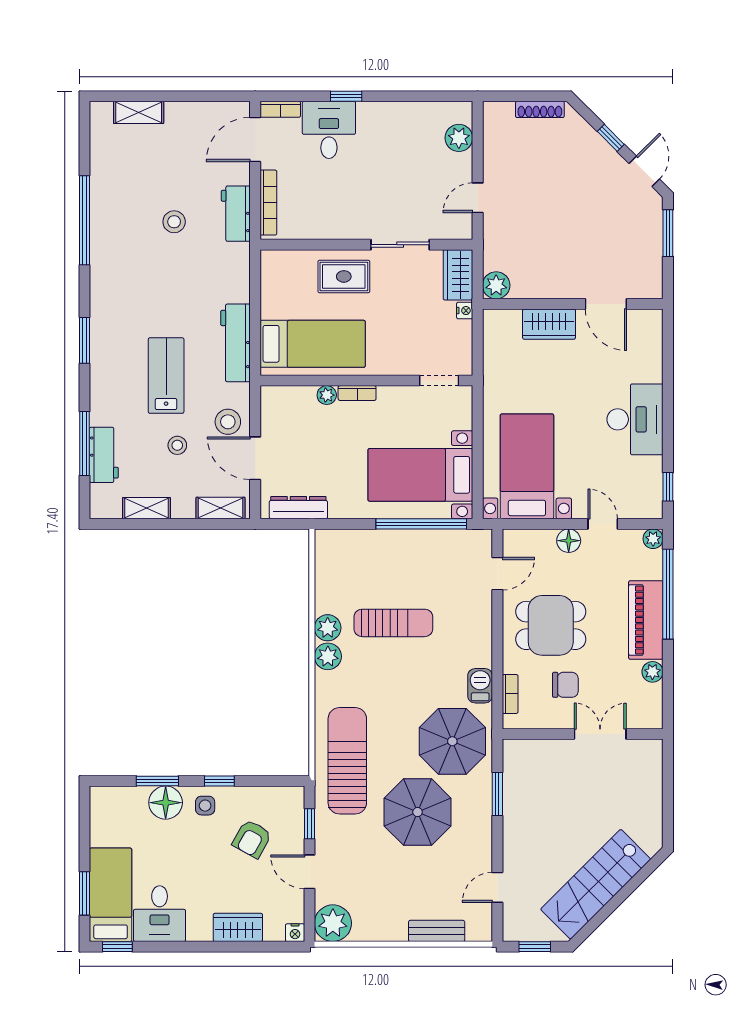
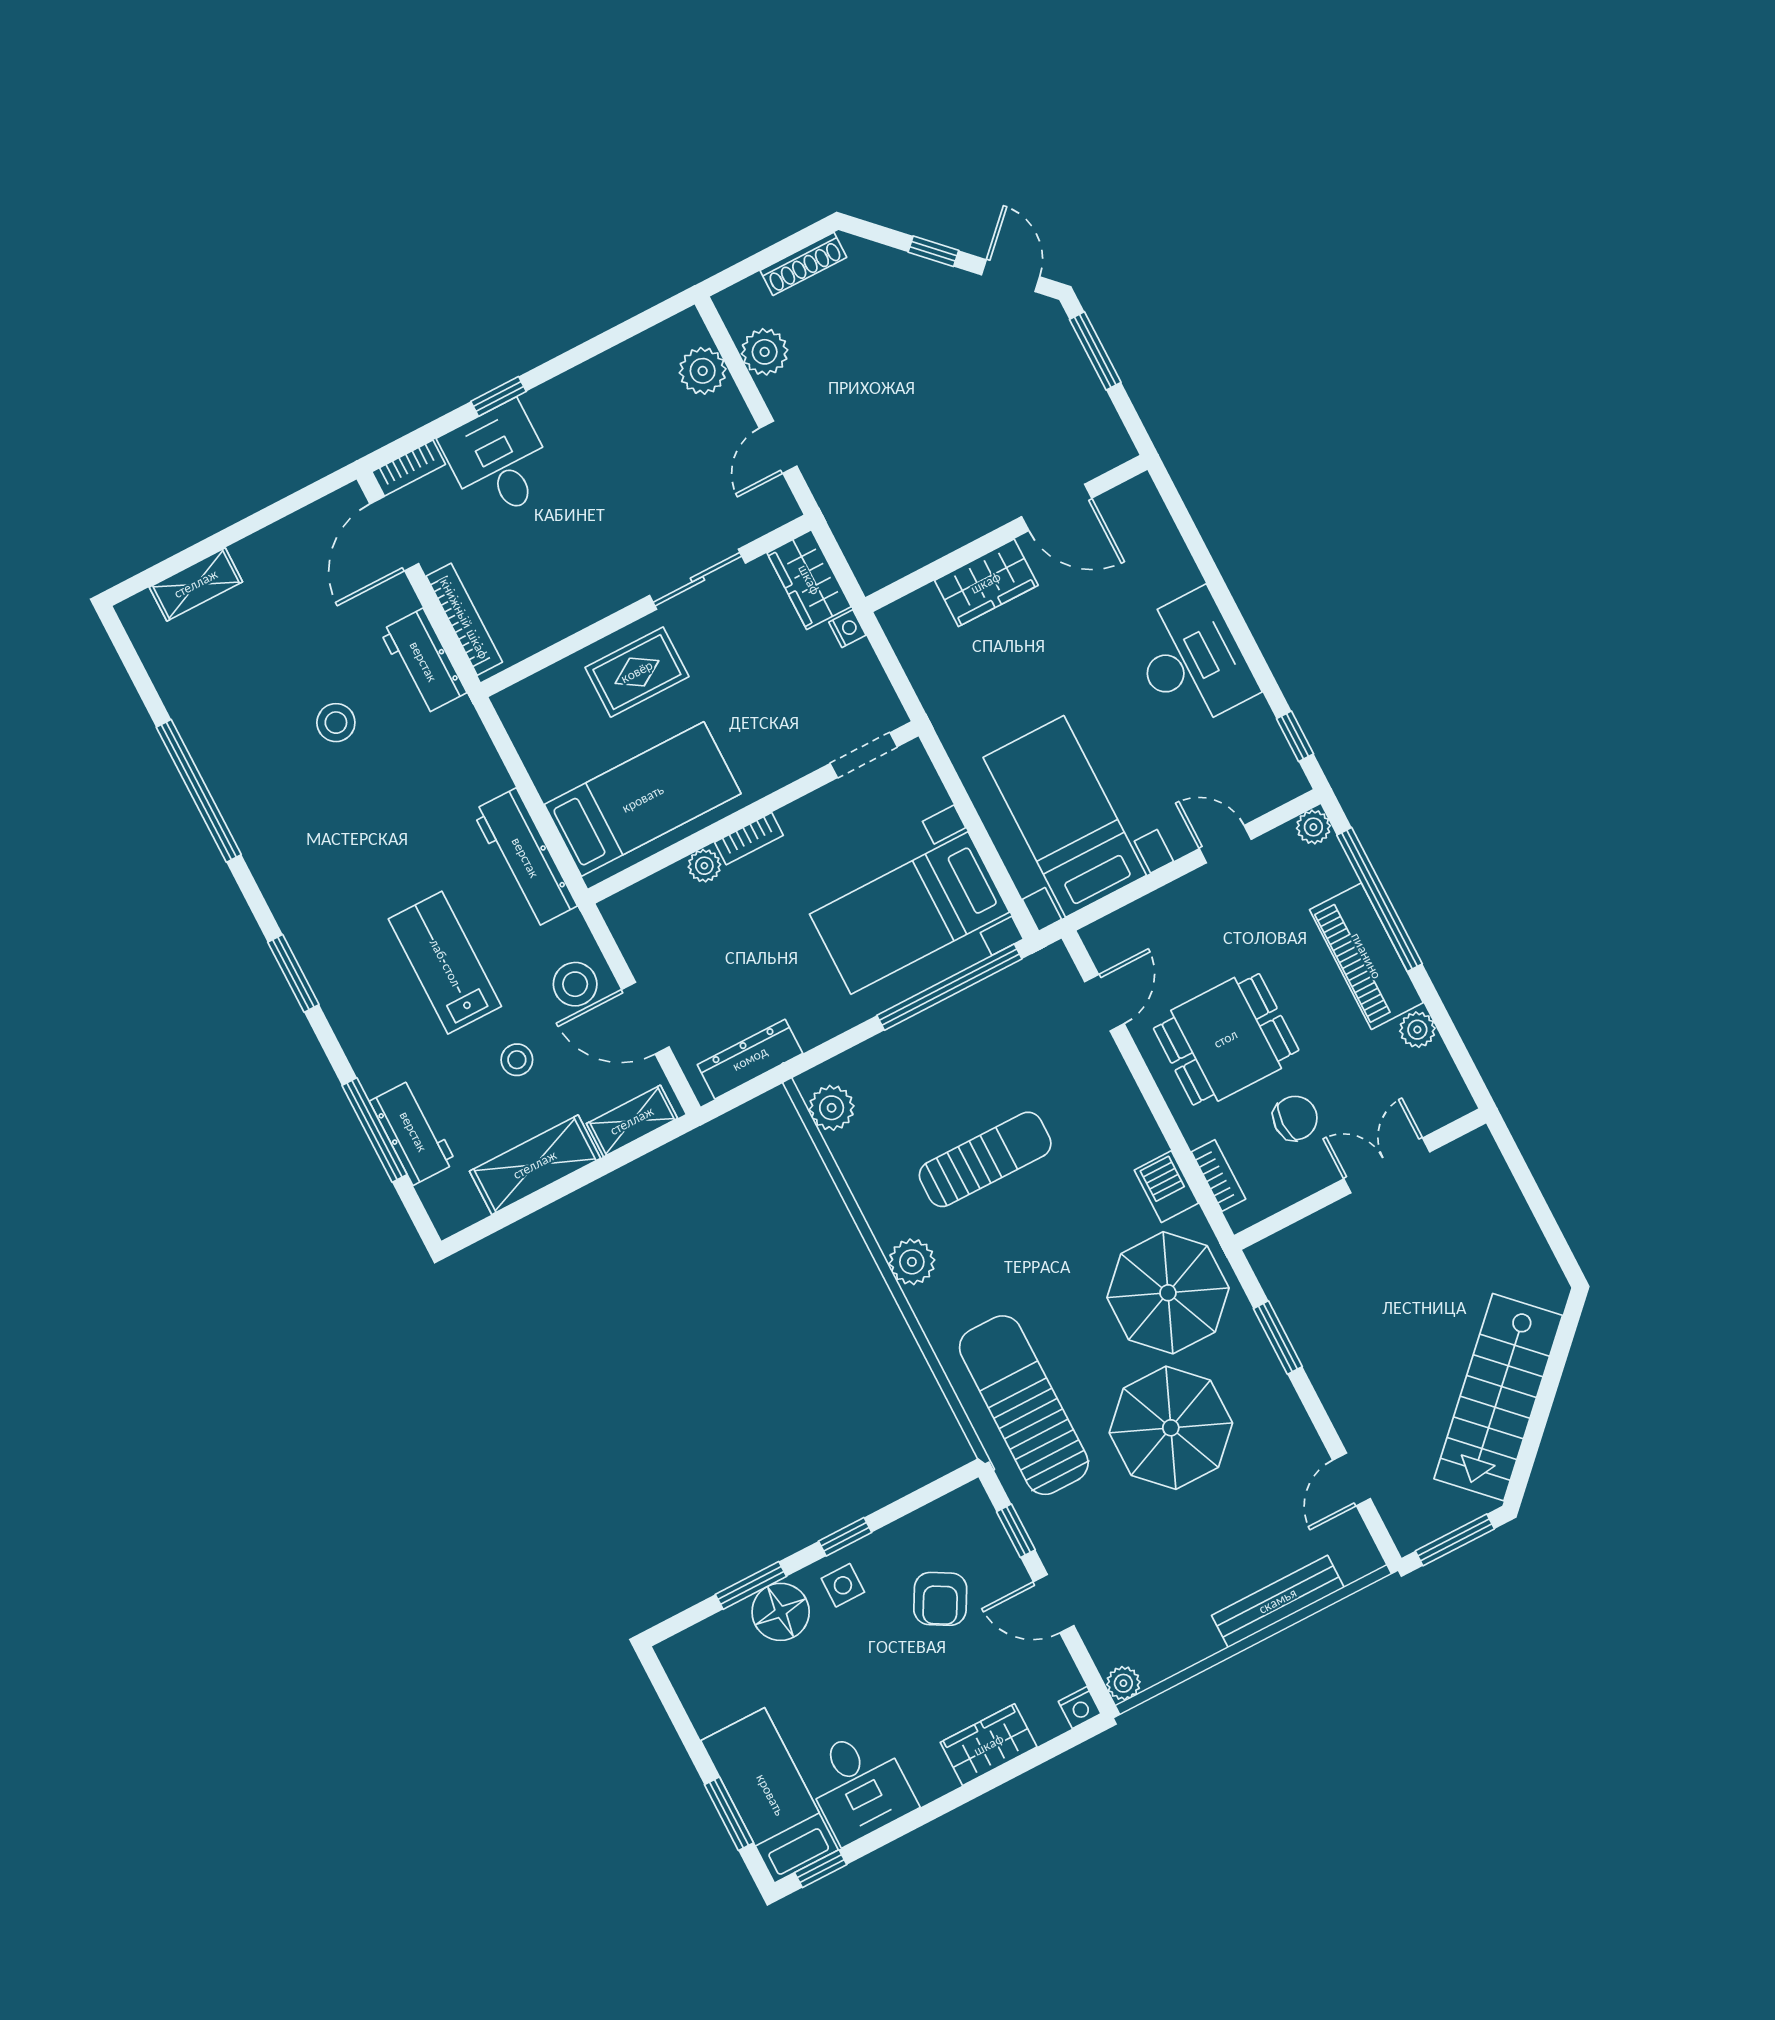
plant: (496, 285) -> (765, 352), moved
shelving: (146, 508) -> (535, 1165), width x1.50, depth x1.33
floor lamp: (569, 541) -> (1187, 896), removed
plant: (328, 628) -> (832, 1108), moved
plant: (333, 923) -> (1123, 1683), width x0.53, depth x0.53
bench: (437, 931) -> (1278, 1601), width x1.36
window: (535, 947) -> (1455, 1540), width x1.50

